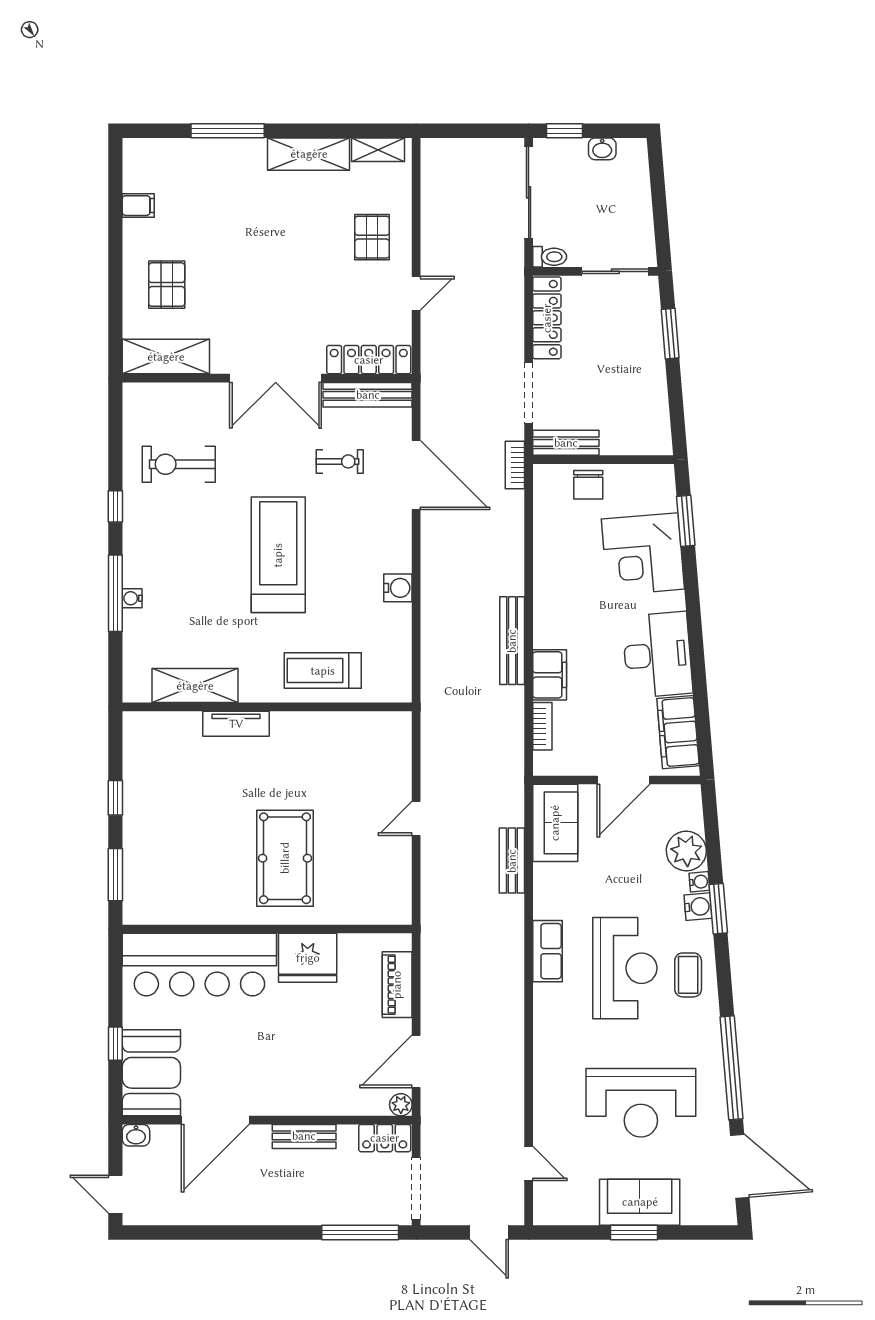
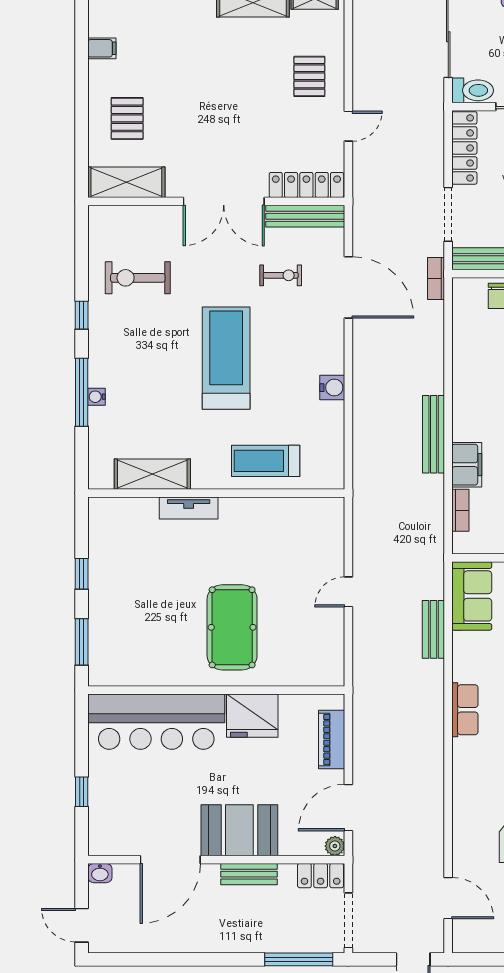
toilet: (550, 257) -> (473, 90), width x1.37, depth x1.39
booth: (151, 1073) -> (239, 830), moved, turned 90
door: (529, 1164) -> (448, 898), width x1.38

